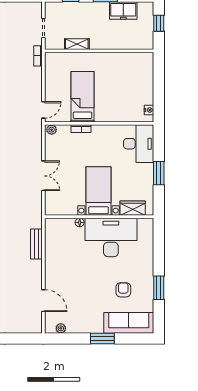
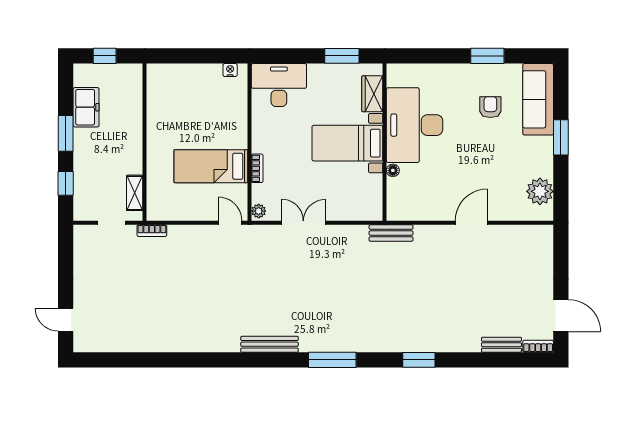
shelving: (77, 44) -> (135, 193), moved
window: (159, 173) -> (342, 56), moved
double door: (43, 176) -> (303, 223), moved
bench: (36, 244) -> (391, 233), moved
armchair: (123, 290) -> (490, 107), turned 90
door: (43, 301) -> (471, 223), moved
plant: (61, 328) -> (540, 191), width x1.87, depth x1.87

